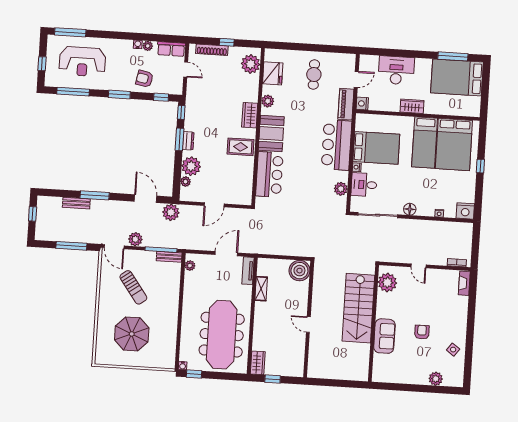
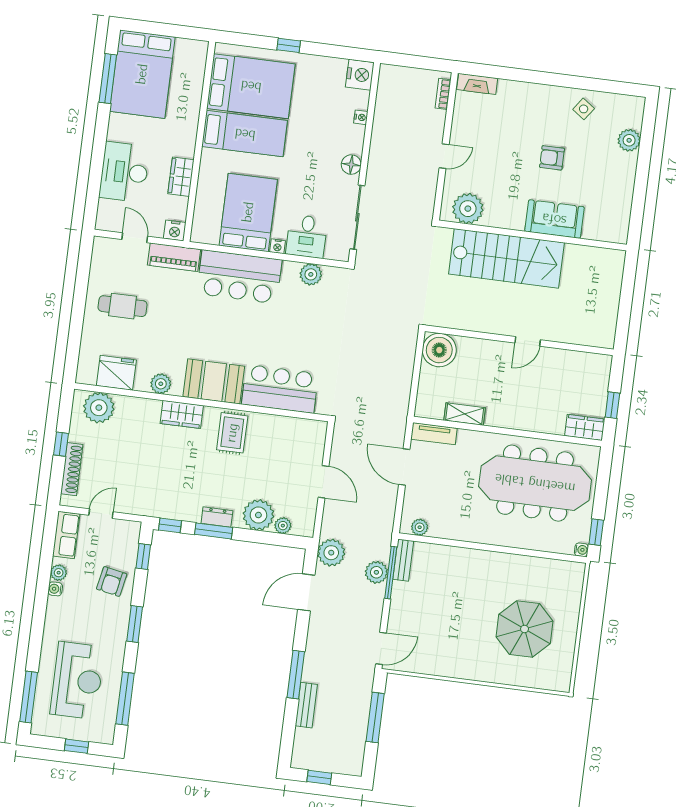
wardrobe: (412, 106) -> (181, 177), moved
plant: (135, 239) -> (376, 572), moved
sun lounger: (133, 287) -> (449, 621), removed

